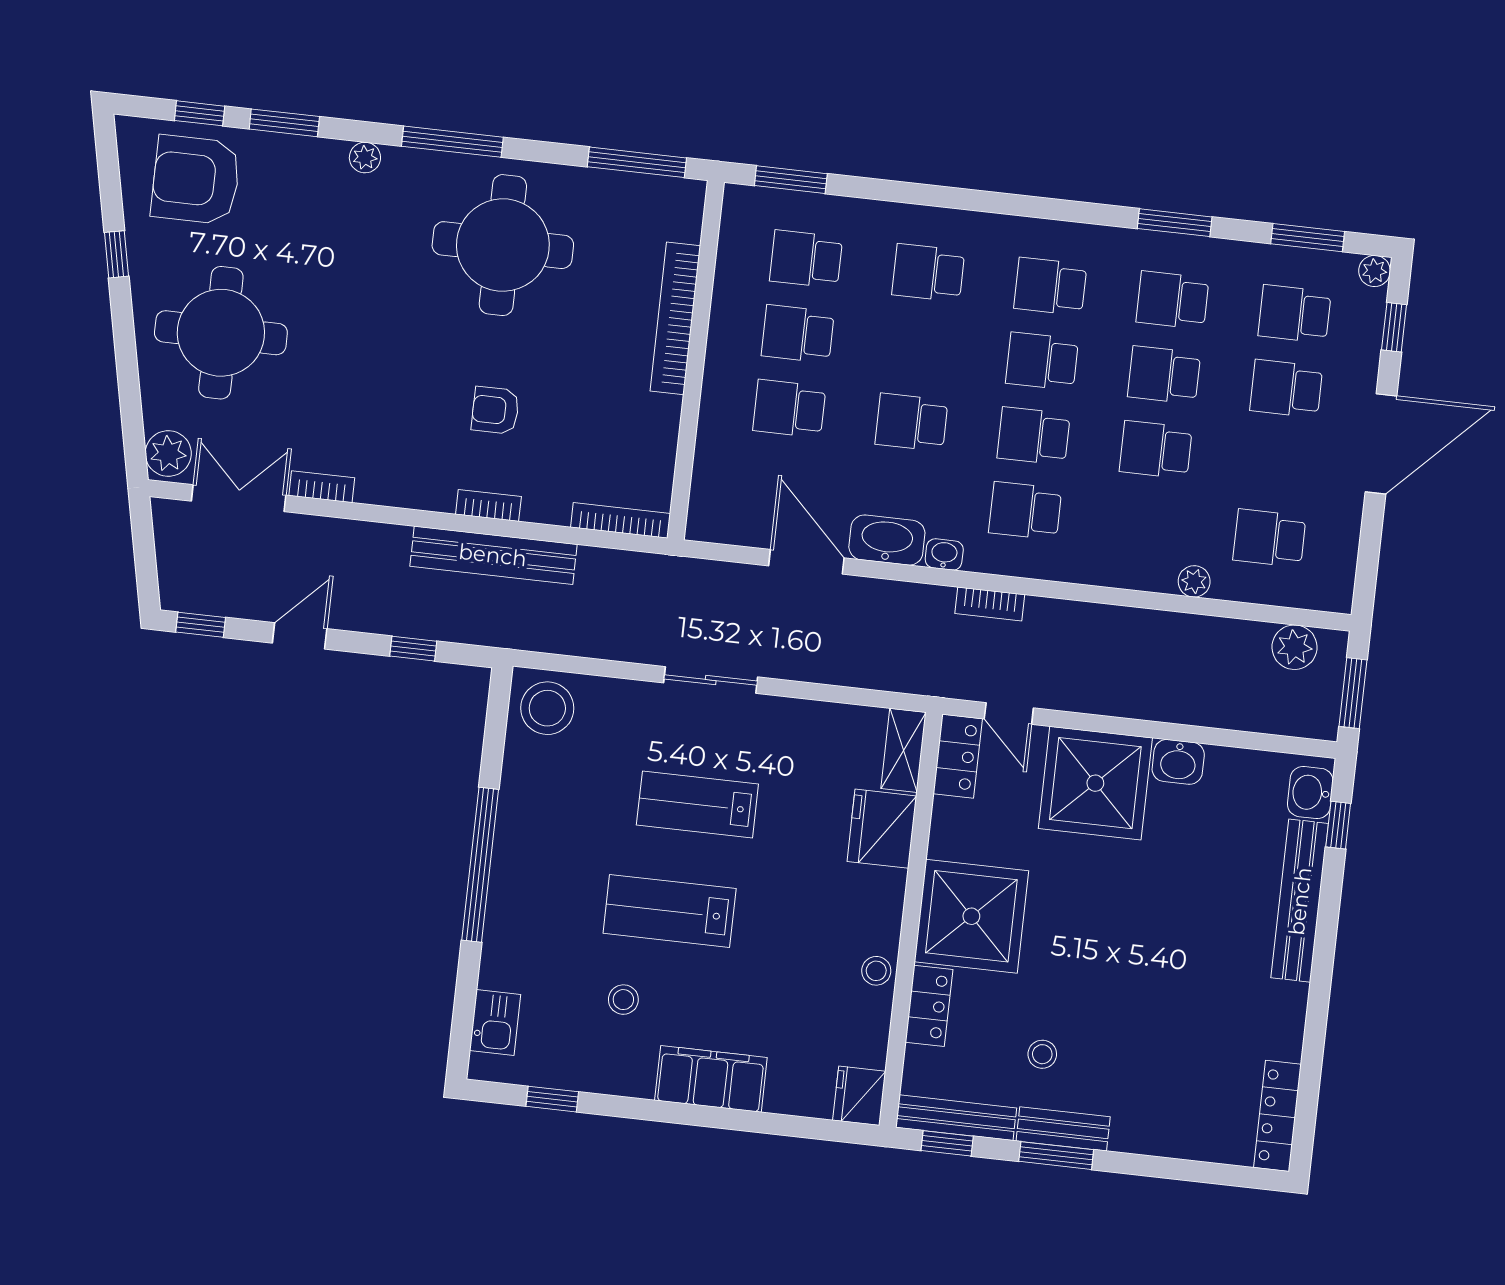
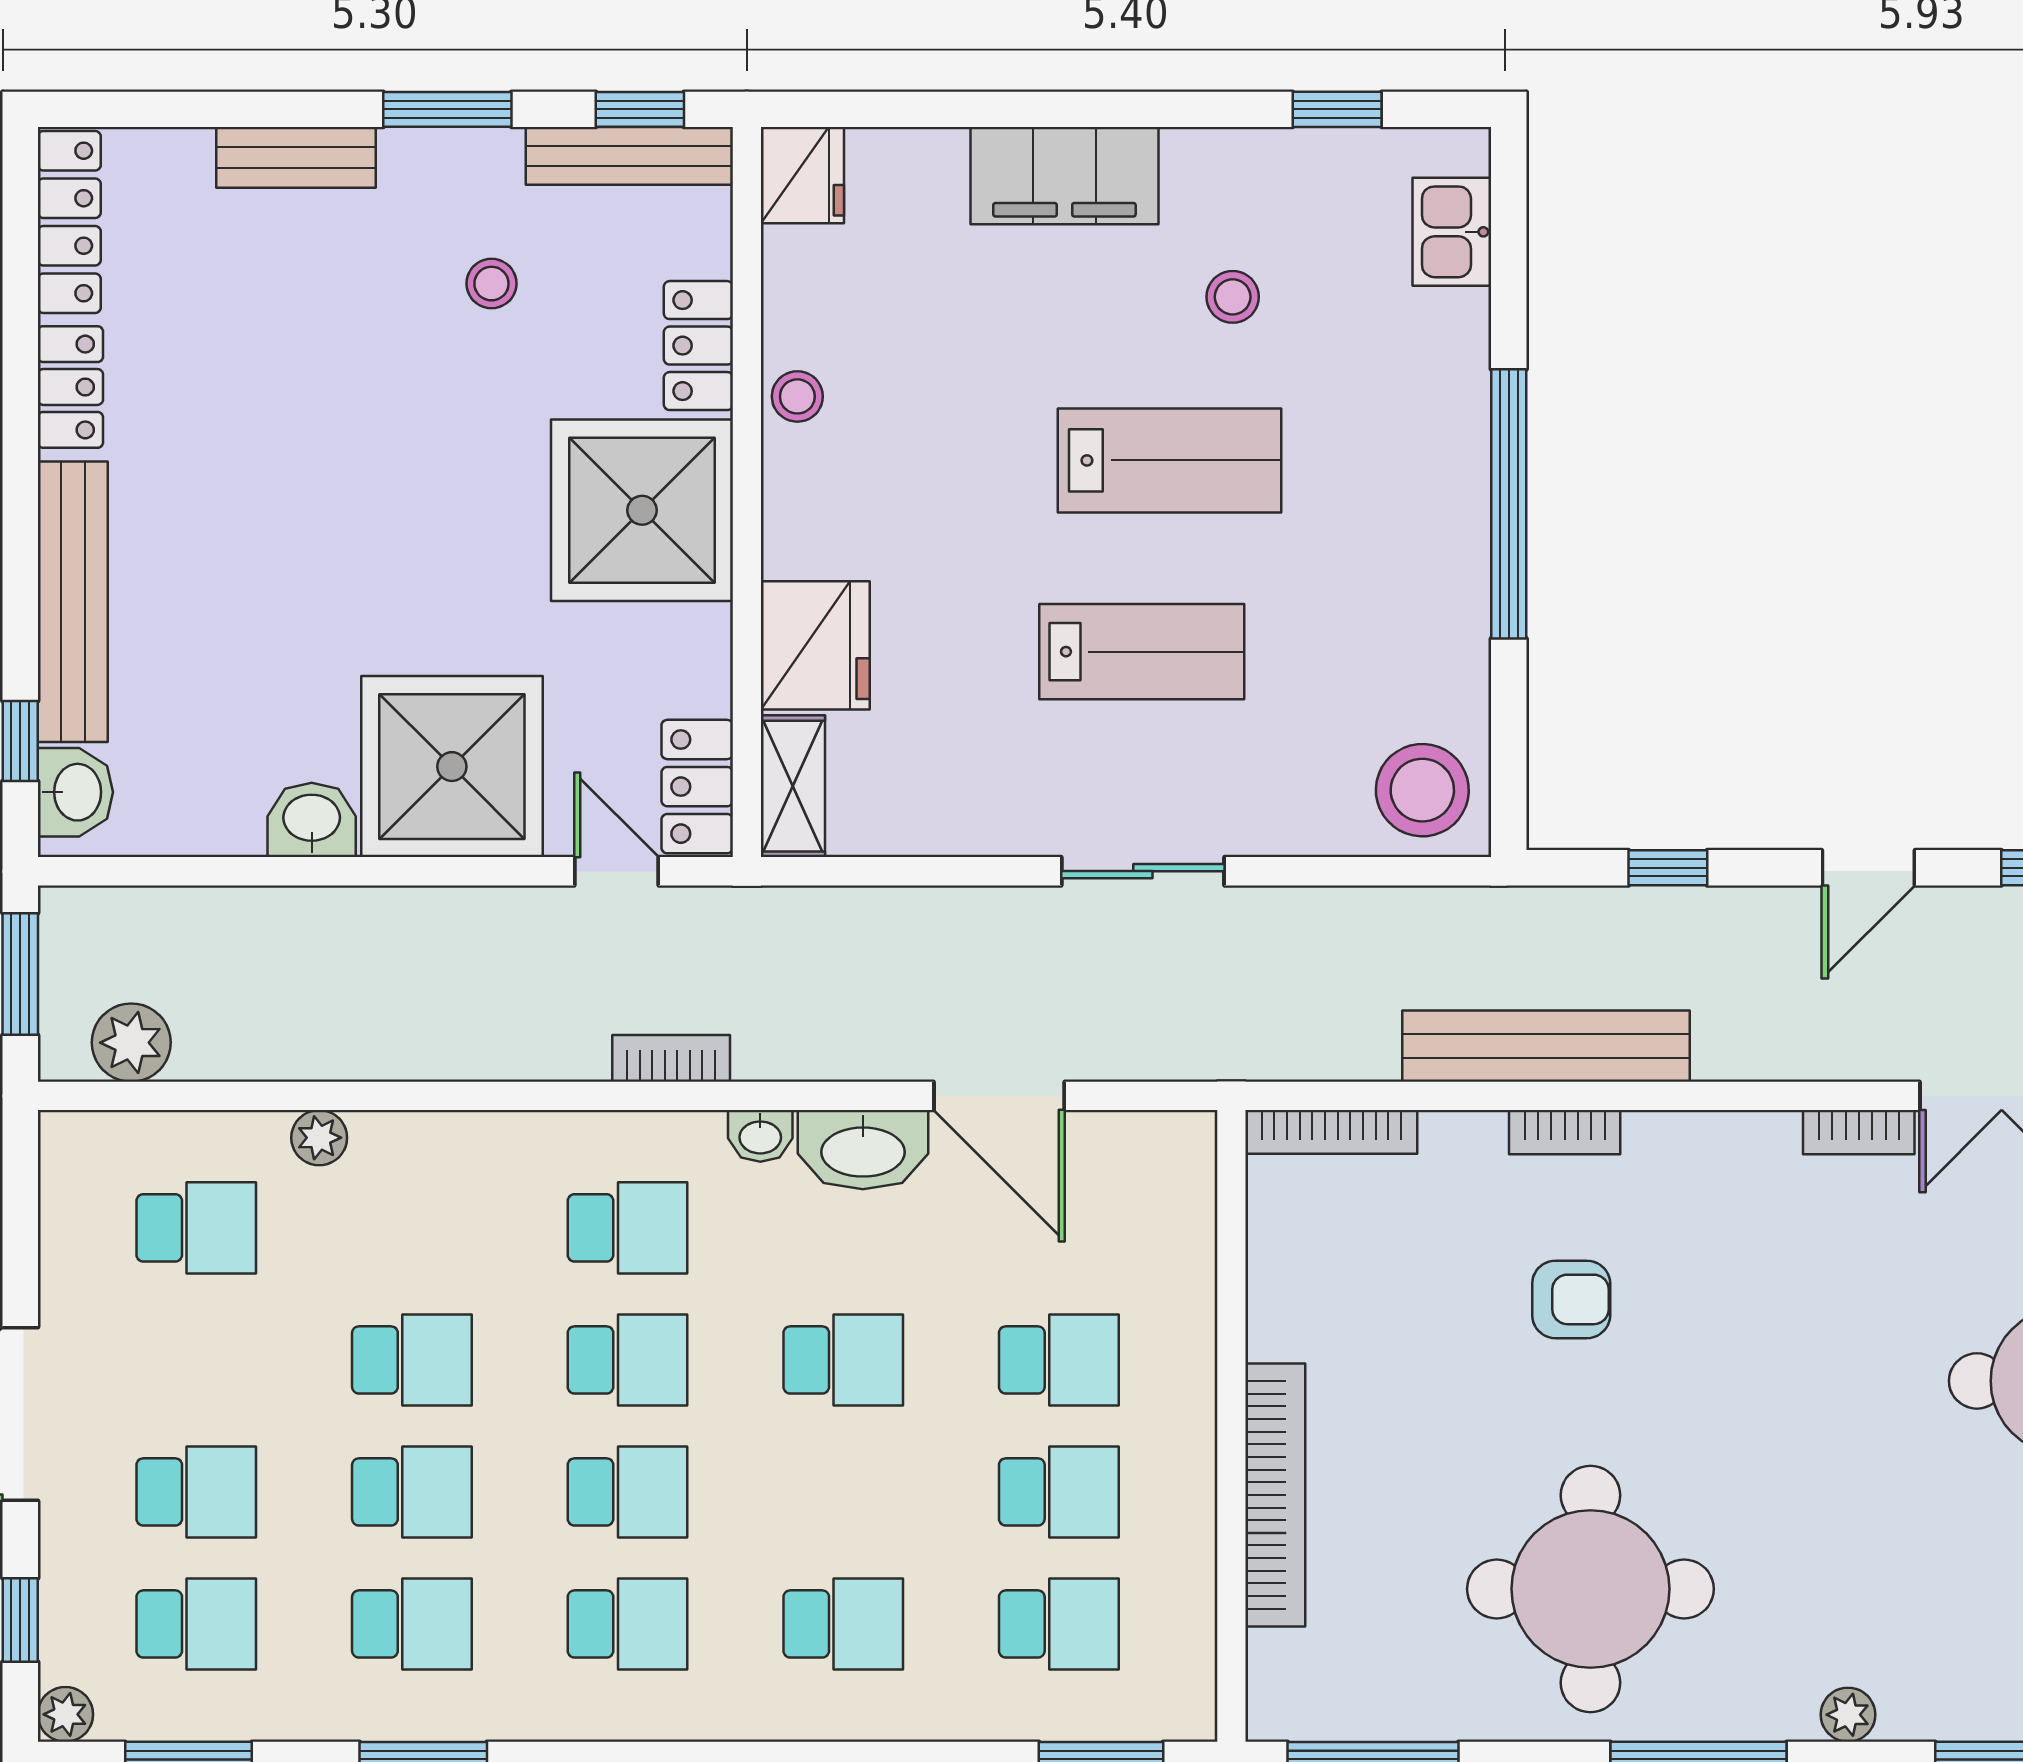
locker: (1287, 1022) -> (70, 387), added
bench: (1063, 1129) -> (296, 157), moved

